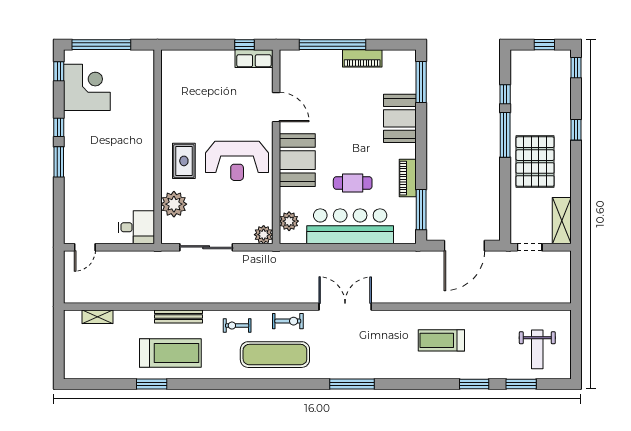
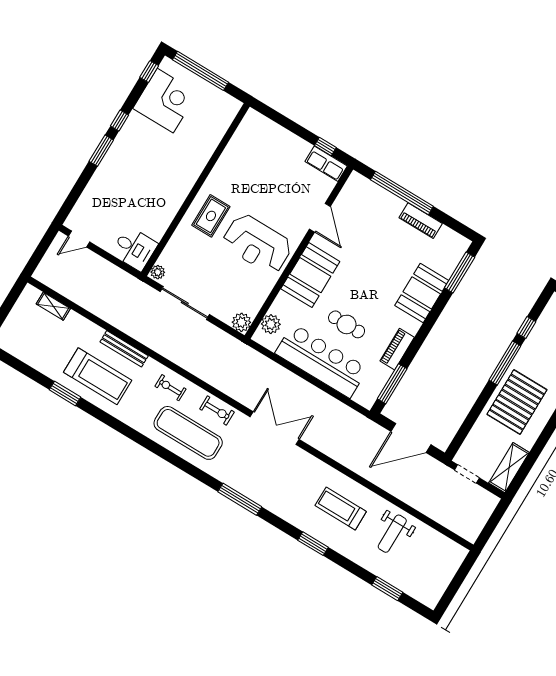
plant: (174, 204) -> (158, 272), moved, width x0.53, depth x0.53
weight bench: (537, 349) -> (392, 534), moved
window: (474, 384) -> (313, 544), moved

